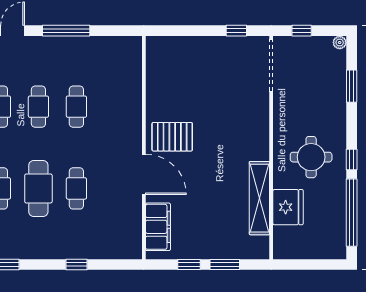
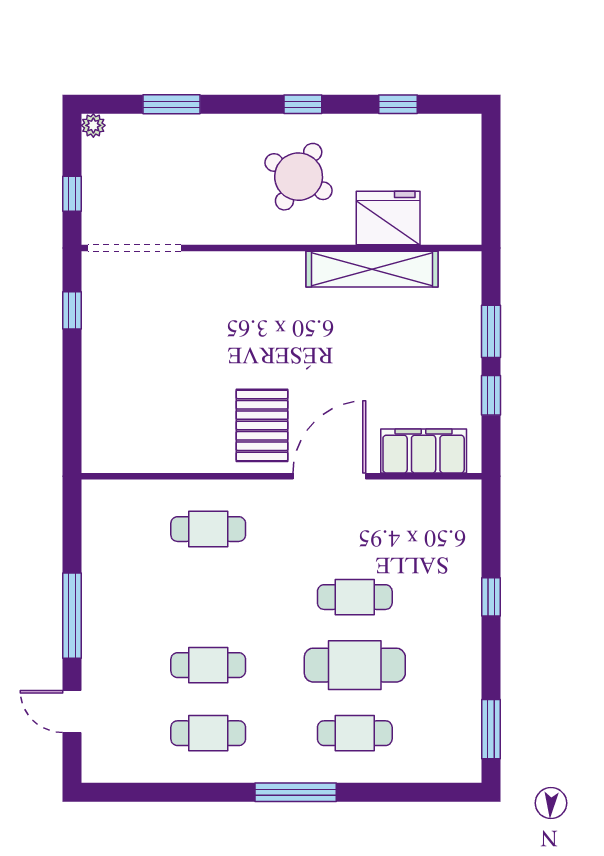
cafe table: (76, 107) -> (208, 529), moved
round table: (311, 157) -> (299, 177), turned 30
window: (352, 213) -> (398, 104), width x0.32

